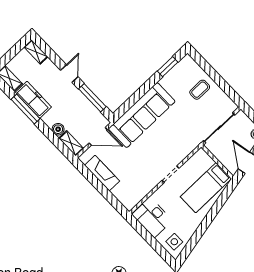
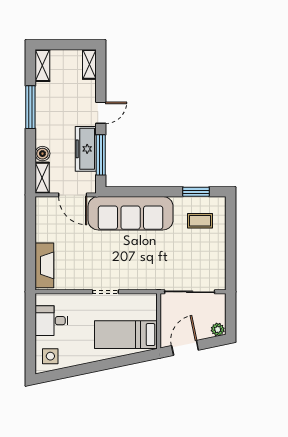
coffee table: (200, 90) -> (200, 221), moved
freezer: (33, 100) -> (86, 149), moved, turned 180
fireplace: (102, 173) -> (44, 265), moved
desk: (152, 217) -> (51, 321), width x0.73

